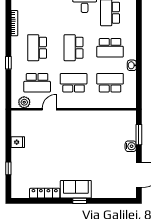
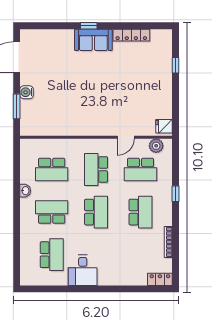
school desk: (37, 83) -> (140, 169), turned 180
school desk: (74, 83) -> (96, 169), turned 90
fridge: (18, 142) -> (164, 126), moved

